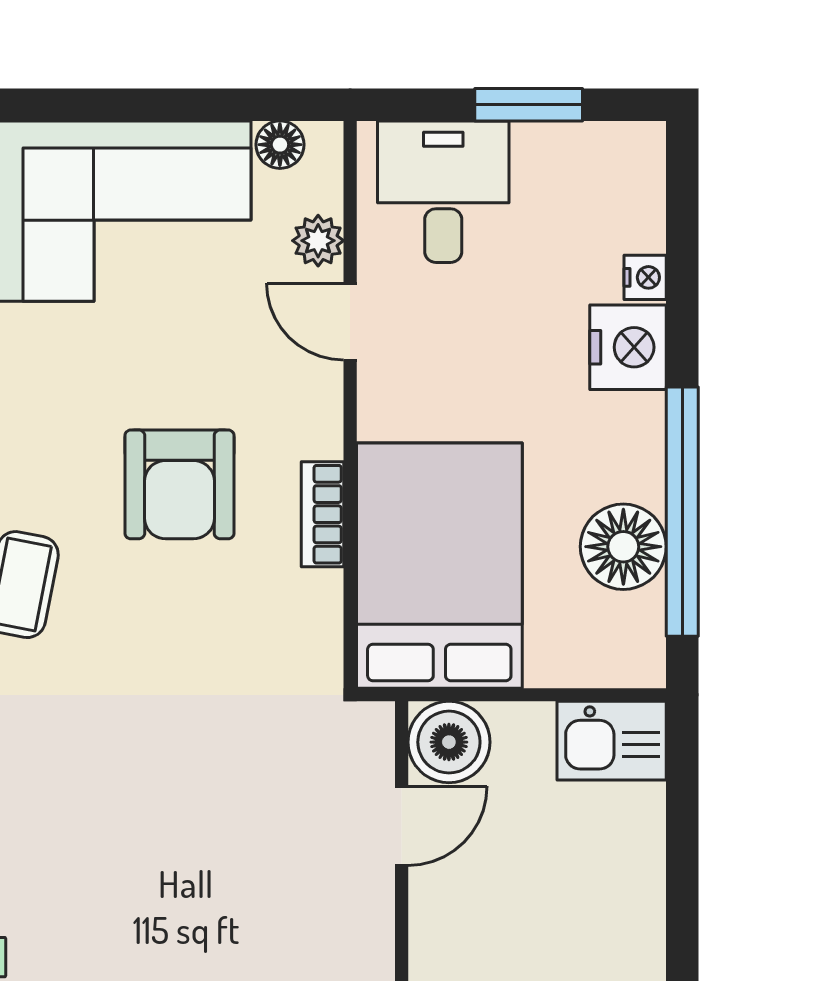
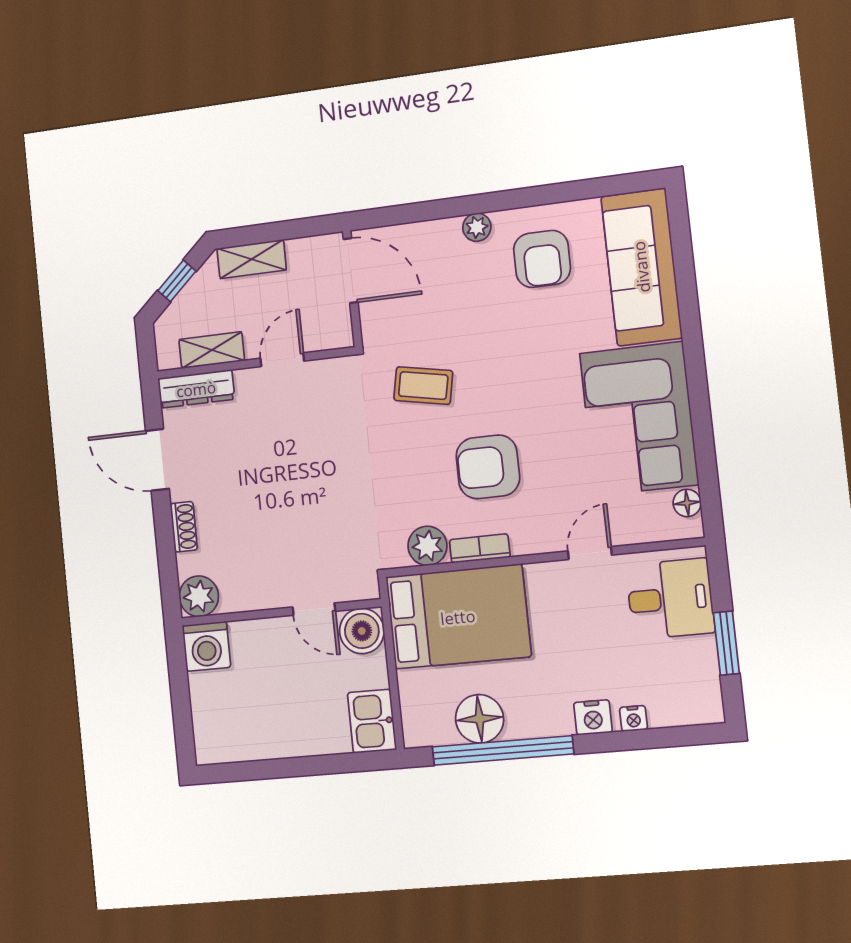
plant: (318, 241) -> (427, 546), moved, width x1.38, depth x1.38
nightstand: (628, 347) -> (593, 717), width x0.74, depth x0.75

